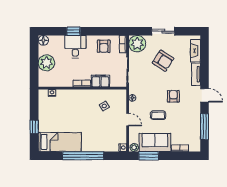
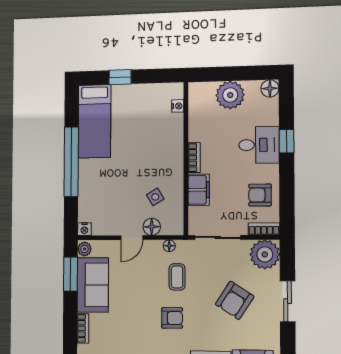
floor lamp: (121, 108) -> (152, 227), added
coffee table: (158, 115) -> (177, 277), moved

